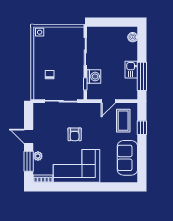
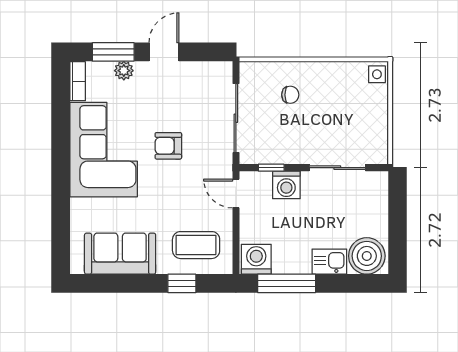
boiler: (133, 37) -> (367, 256), width x1.86, depth x1.86
kitchen sink: (131, 70) -> (329, 262), moved
washing machine: (130, 91) -> (256, 259), added
door: (108, 101) -> (236, 193), moved

